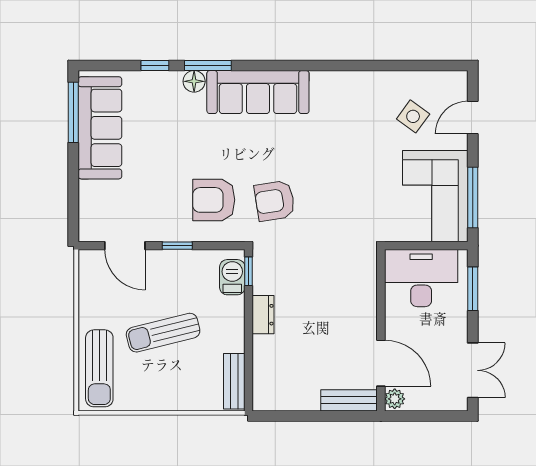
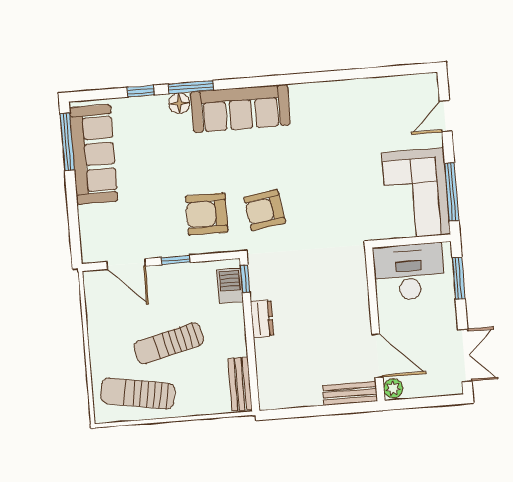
side table: (413, 116) -> (389, 120), removed
sun lounger: (99, 368) -> (138, 393), moved, turned 100

